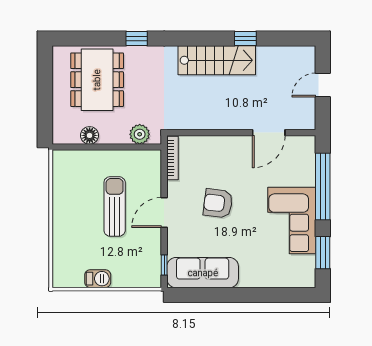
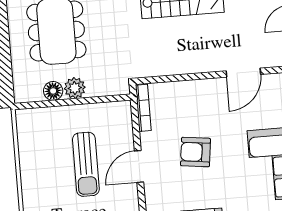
plant: (140, 134) -> (75, 88), moved
sun lounger: (115, 206) -> (86, 164), turned 180

